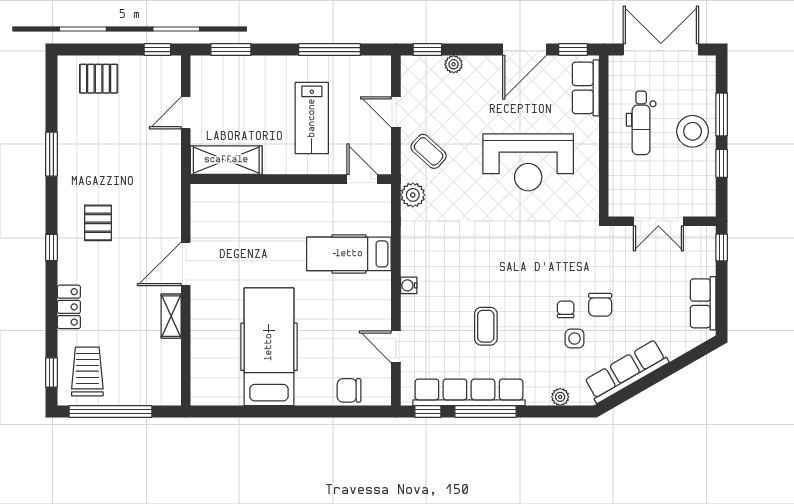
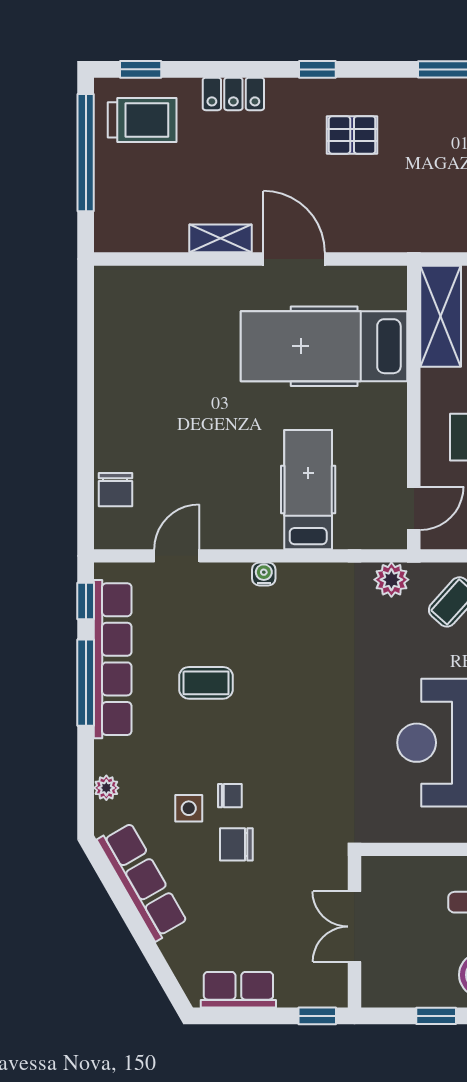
hospital bed: (269, 347) -> (324, 346), moved, turned 180
chair: (349, 390) -> (115, 490), turned 180

